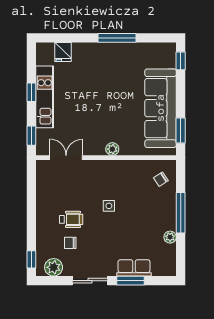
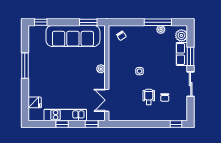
window: (181, 213) -> (158, 22), moved
plant: (54, 267) -> (181, 35), moved

